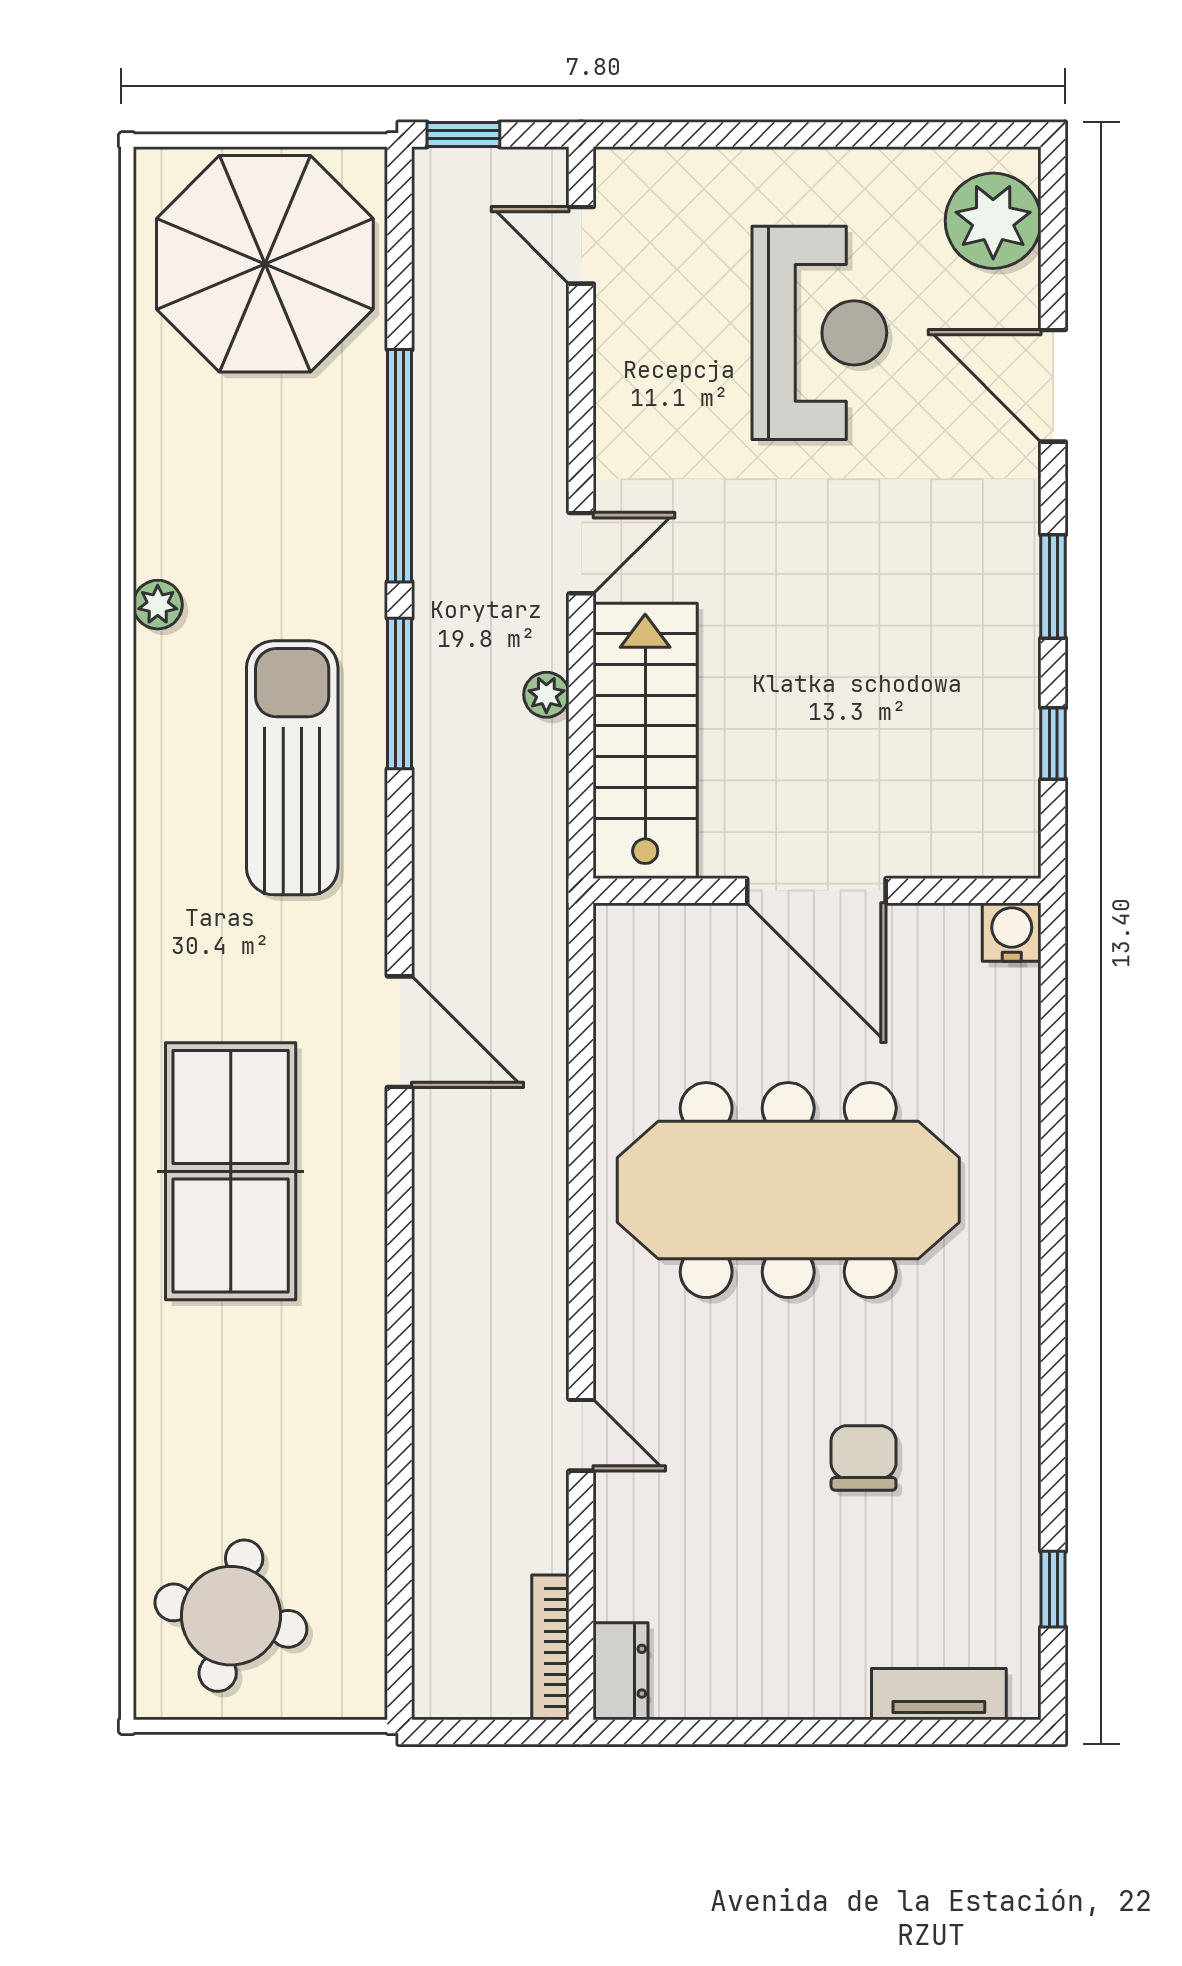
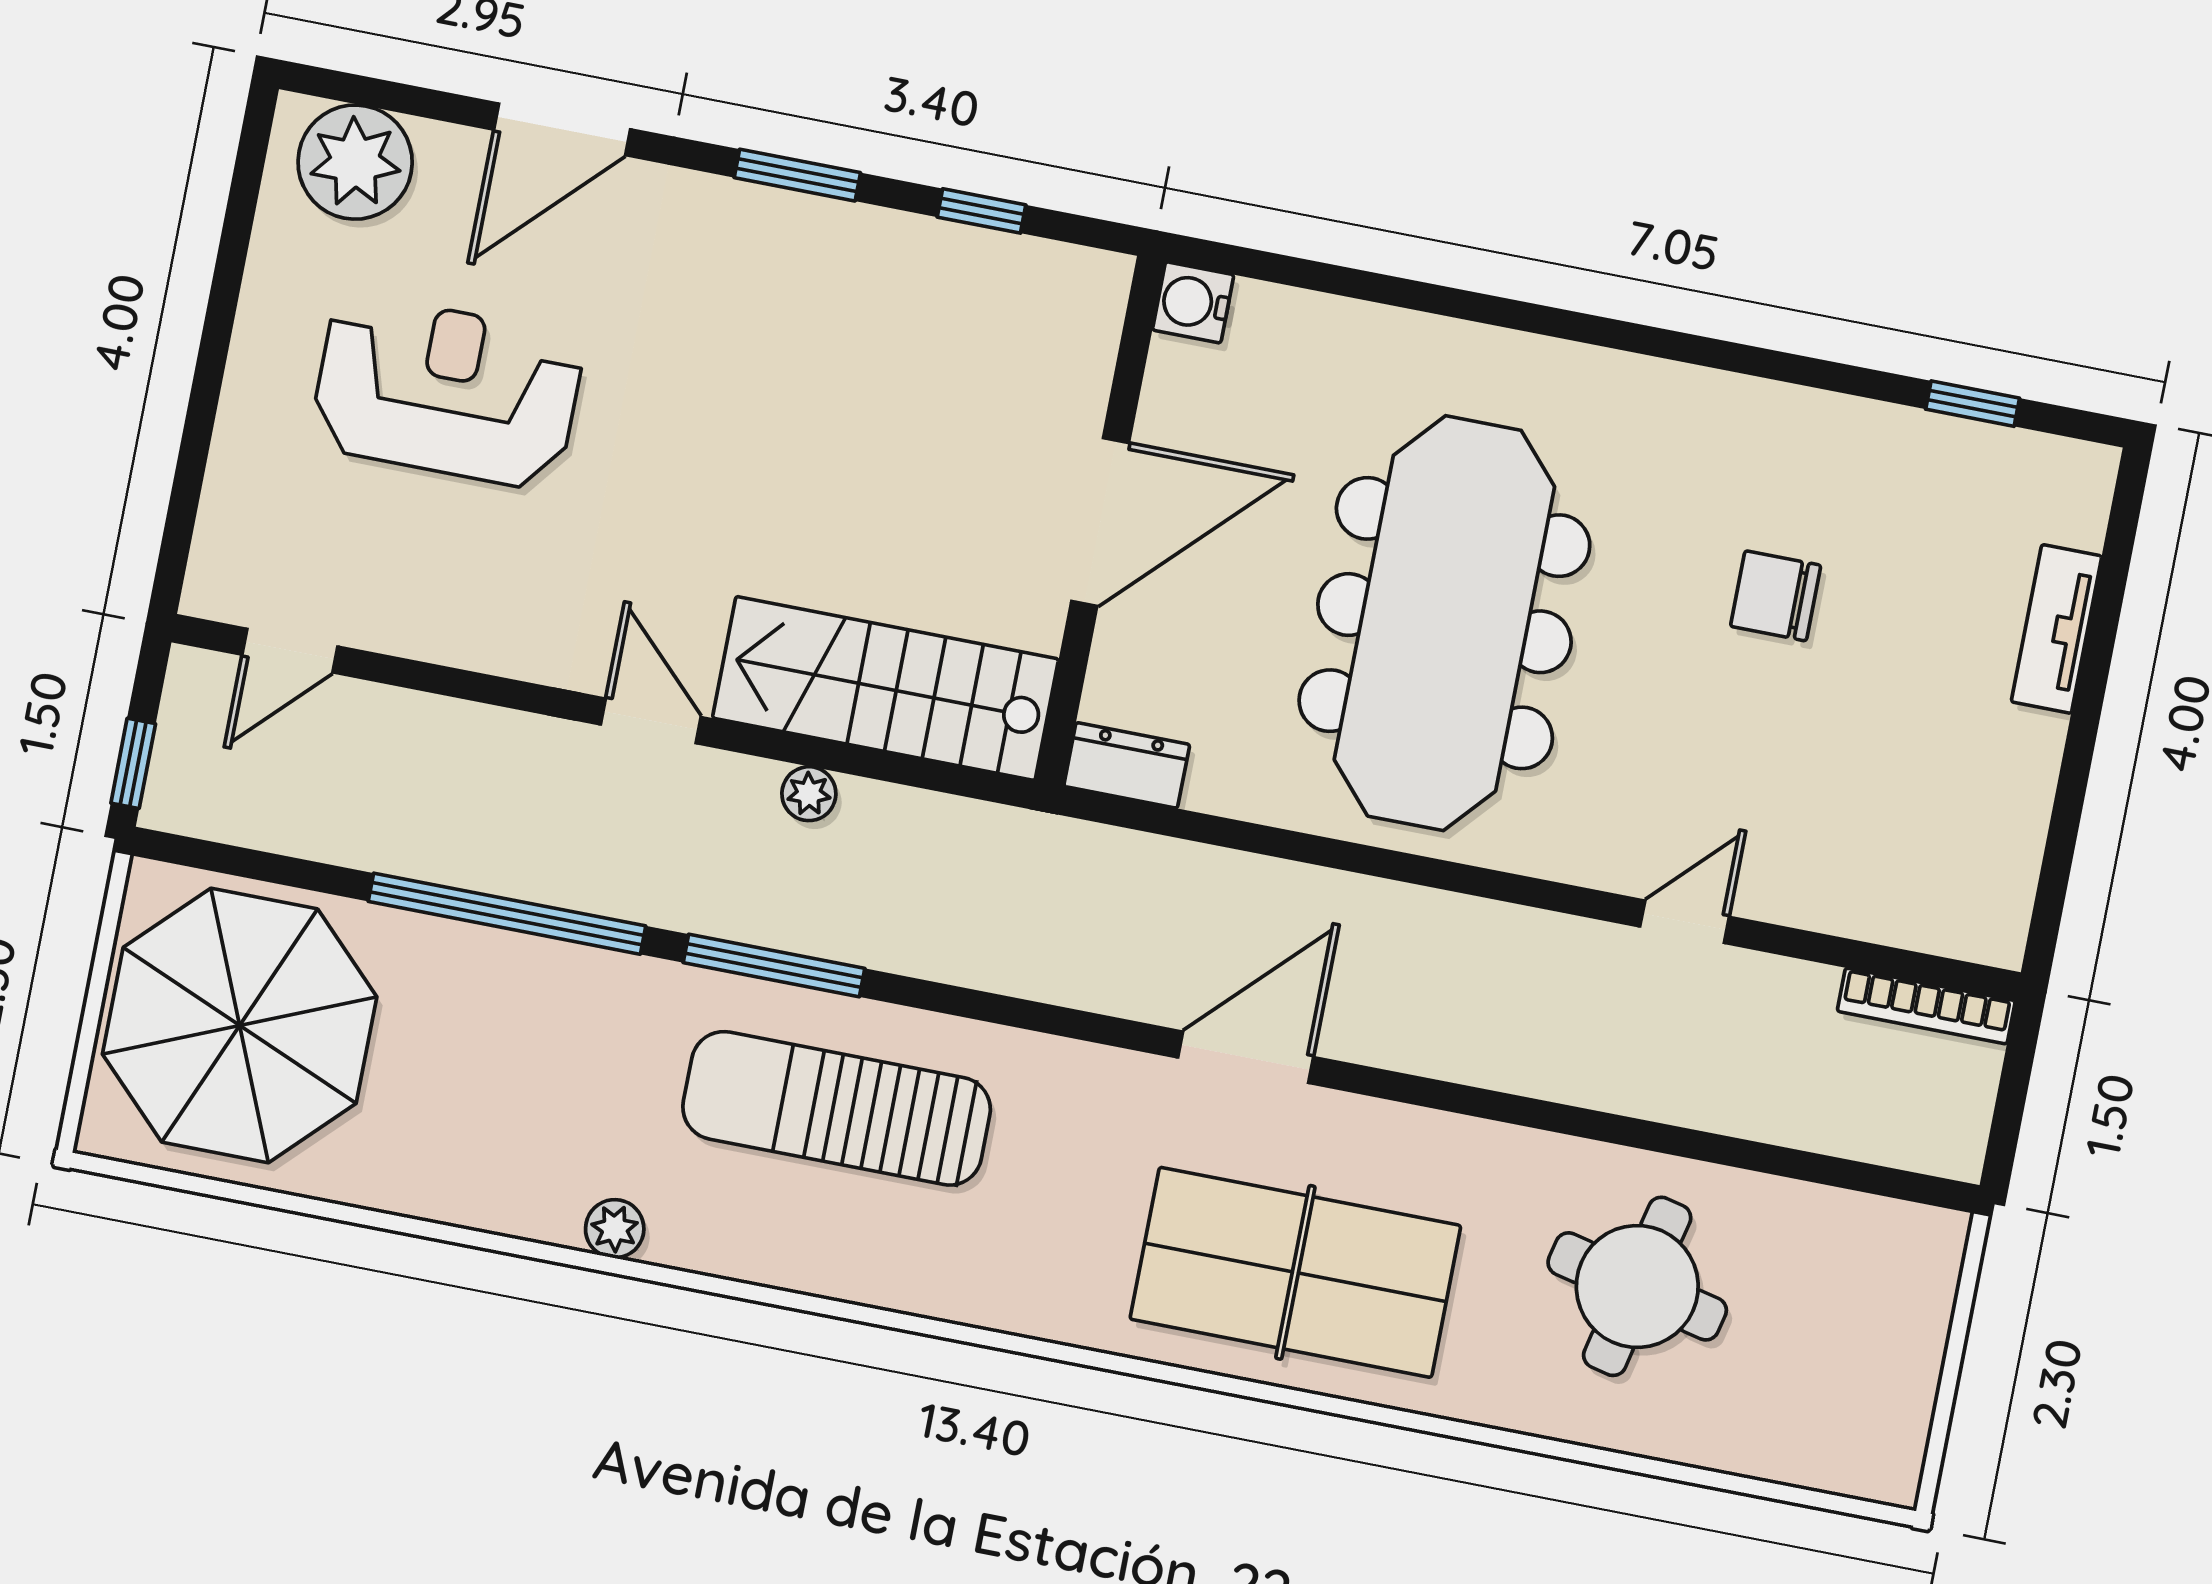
door: (400, 1032) -> (1246, 1057), moved
round table: (231, 1616) -> (1637, 1286), moved
dresser: (621, 1671) -> (1127, 765), moved
tv unit: (939, 1694) -> (2056, 629), moved

